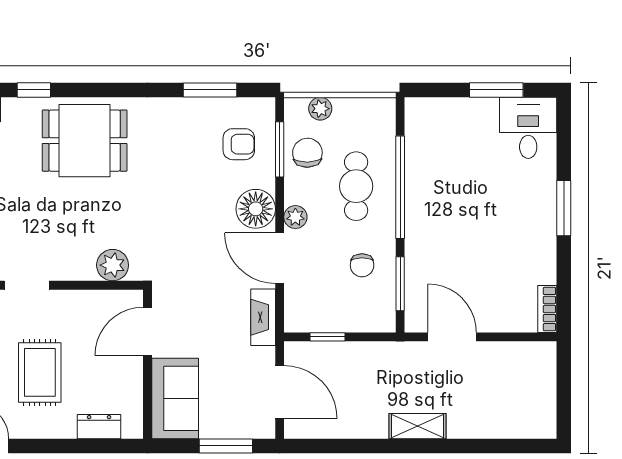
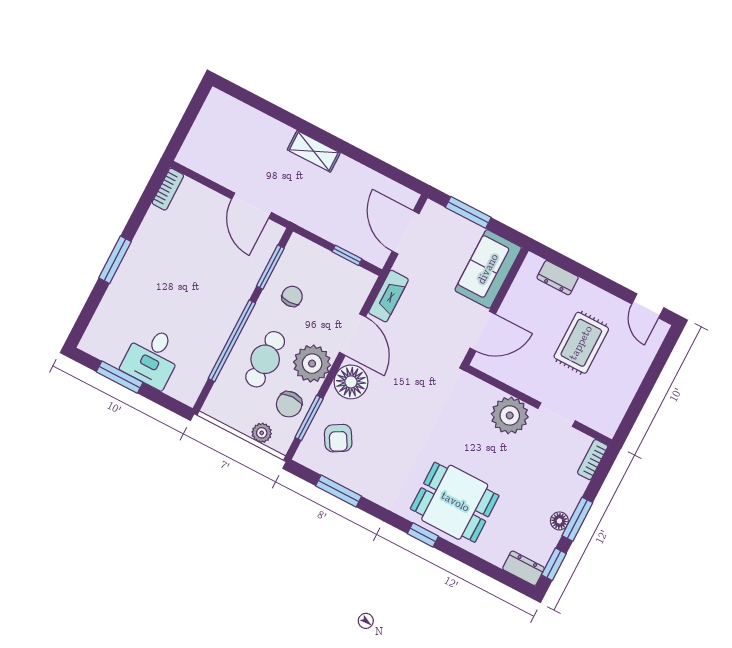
window: (34, 90) -> (423, 535), moved
desk: (528, 128) -> (152, 357), moved
armchair: (239, 144) -> (338, 438), turned -120
plant: (295, 217) -> (312, 364), width x1.87, depth x1.87
plant: (113, 265) -> (510, 415), moved, width x1.36, depth x1.36

